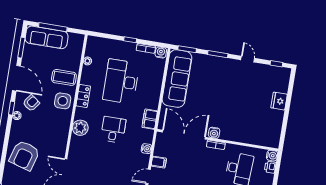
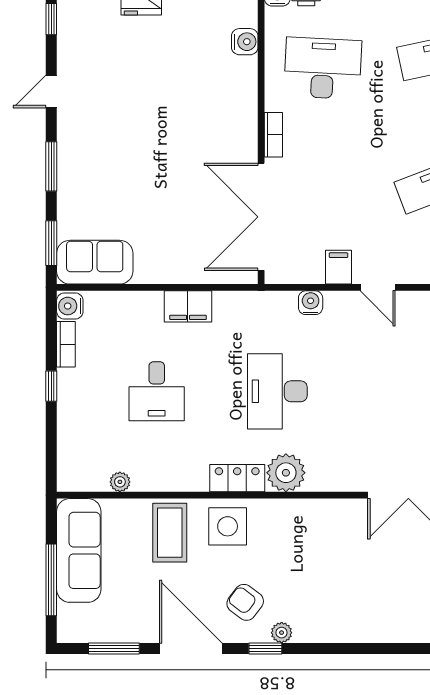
sofa: (47, 37) -> (79, 550), moved
door: (16, 78) -> (191, 648), hinge flipped
sofa: (177, 79) -> (95, 262), width x0.54, depth x0.79
desk: (121, 82) -> (157, 391), width x0.53, depth x0.77
locker: (83, 96) -> (237, 478), moved
filing cabinet: (150, 119) -> (188, 306), moved
desk: (113, 130) -> (277, 391), width x1.37
water cooler: (214, 133) -> (245, 42), moved
armchair: (24, 155) -> (376, 598), removed

